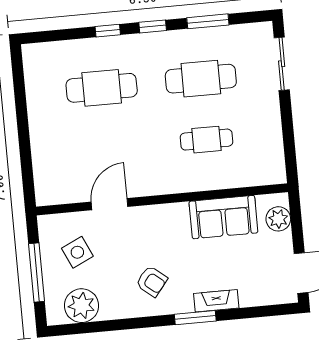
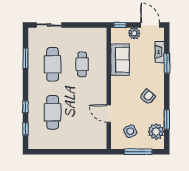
window: (153, 26) -> (25, 129), moved
window: (295, 210) -> (120, 25), added
plant: (278, 219) -> (134, 33), moved
fireplace: (216, 301) -> (160, 52), moved
window: (195, 318) -> (167, 63), moved
window: (109, 326) -> (167, 119), added

